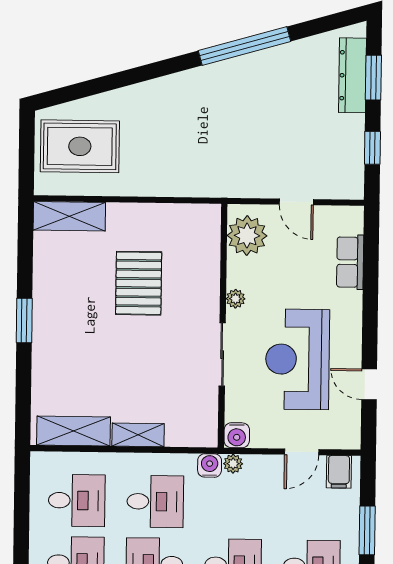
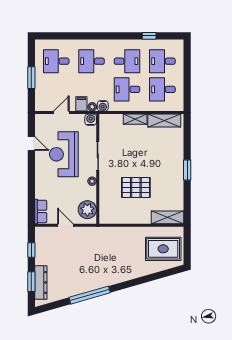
row of seats: (350, 262) -> (41, 211), moved
pallet: (139, 283) -> (136, 188), turned 90
reception desk: (297, 359) -> (64, 154), turned 180
filing cabinet: (339, 472) -> (81, 104), moved

